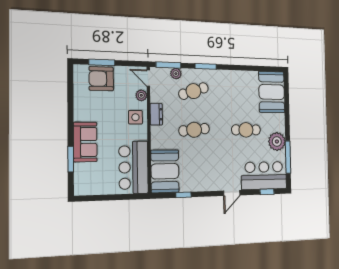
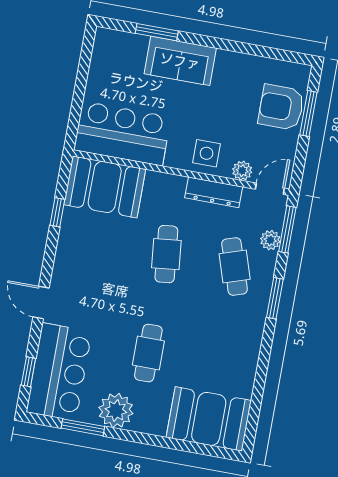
armchair: (101, 79) -> (281, 107), turned -90
dresser: (156, 114) -> (214, 192), width x1.44
window: (288, 157) -> (83, 427), width x0.69

